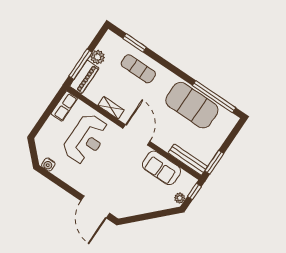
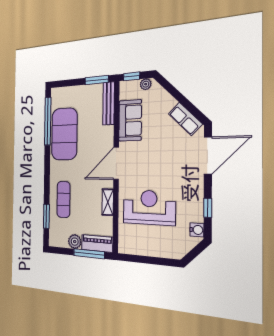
row of seats: (64, 106) -> (185, 119), moved, turned -135
window: (59, 182) -> (208, 208), added

